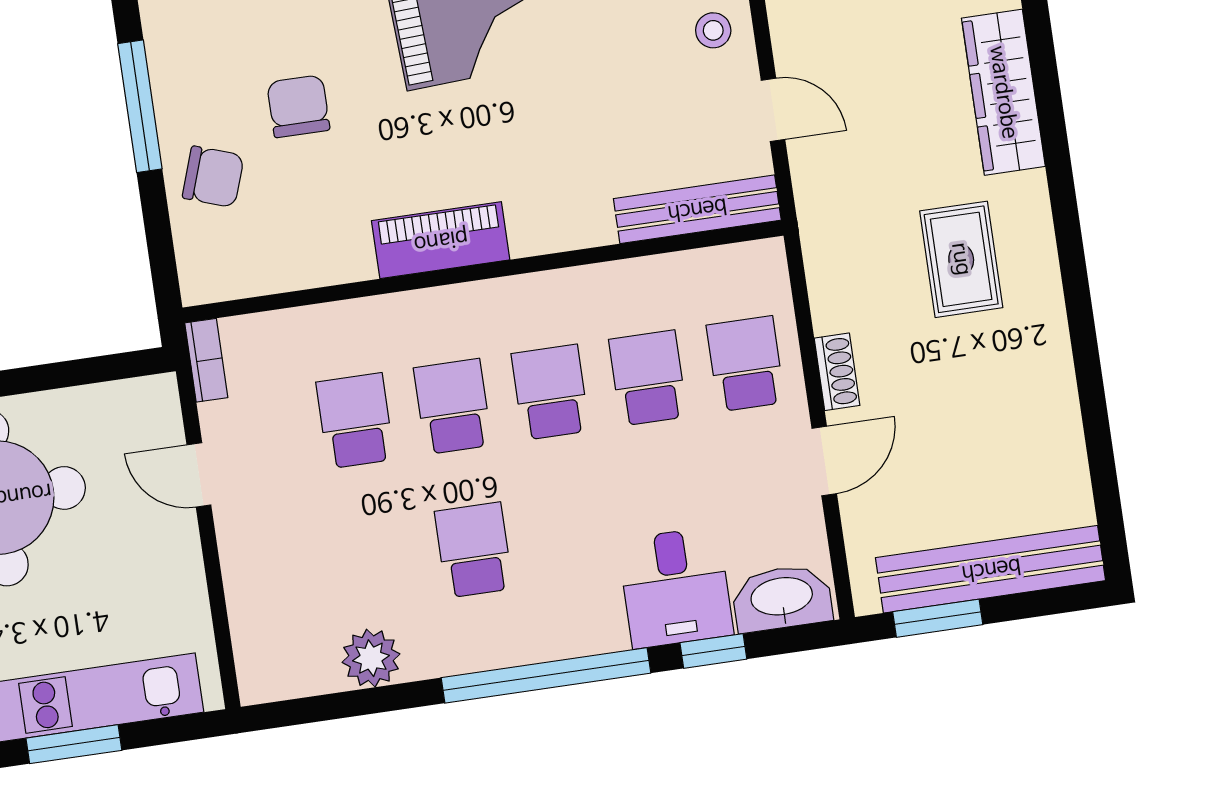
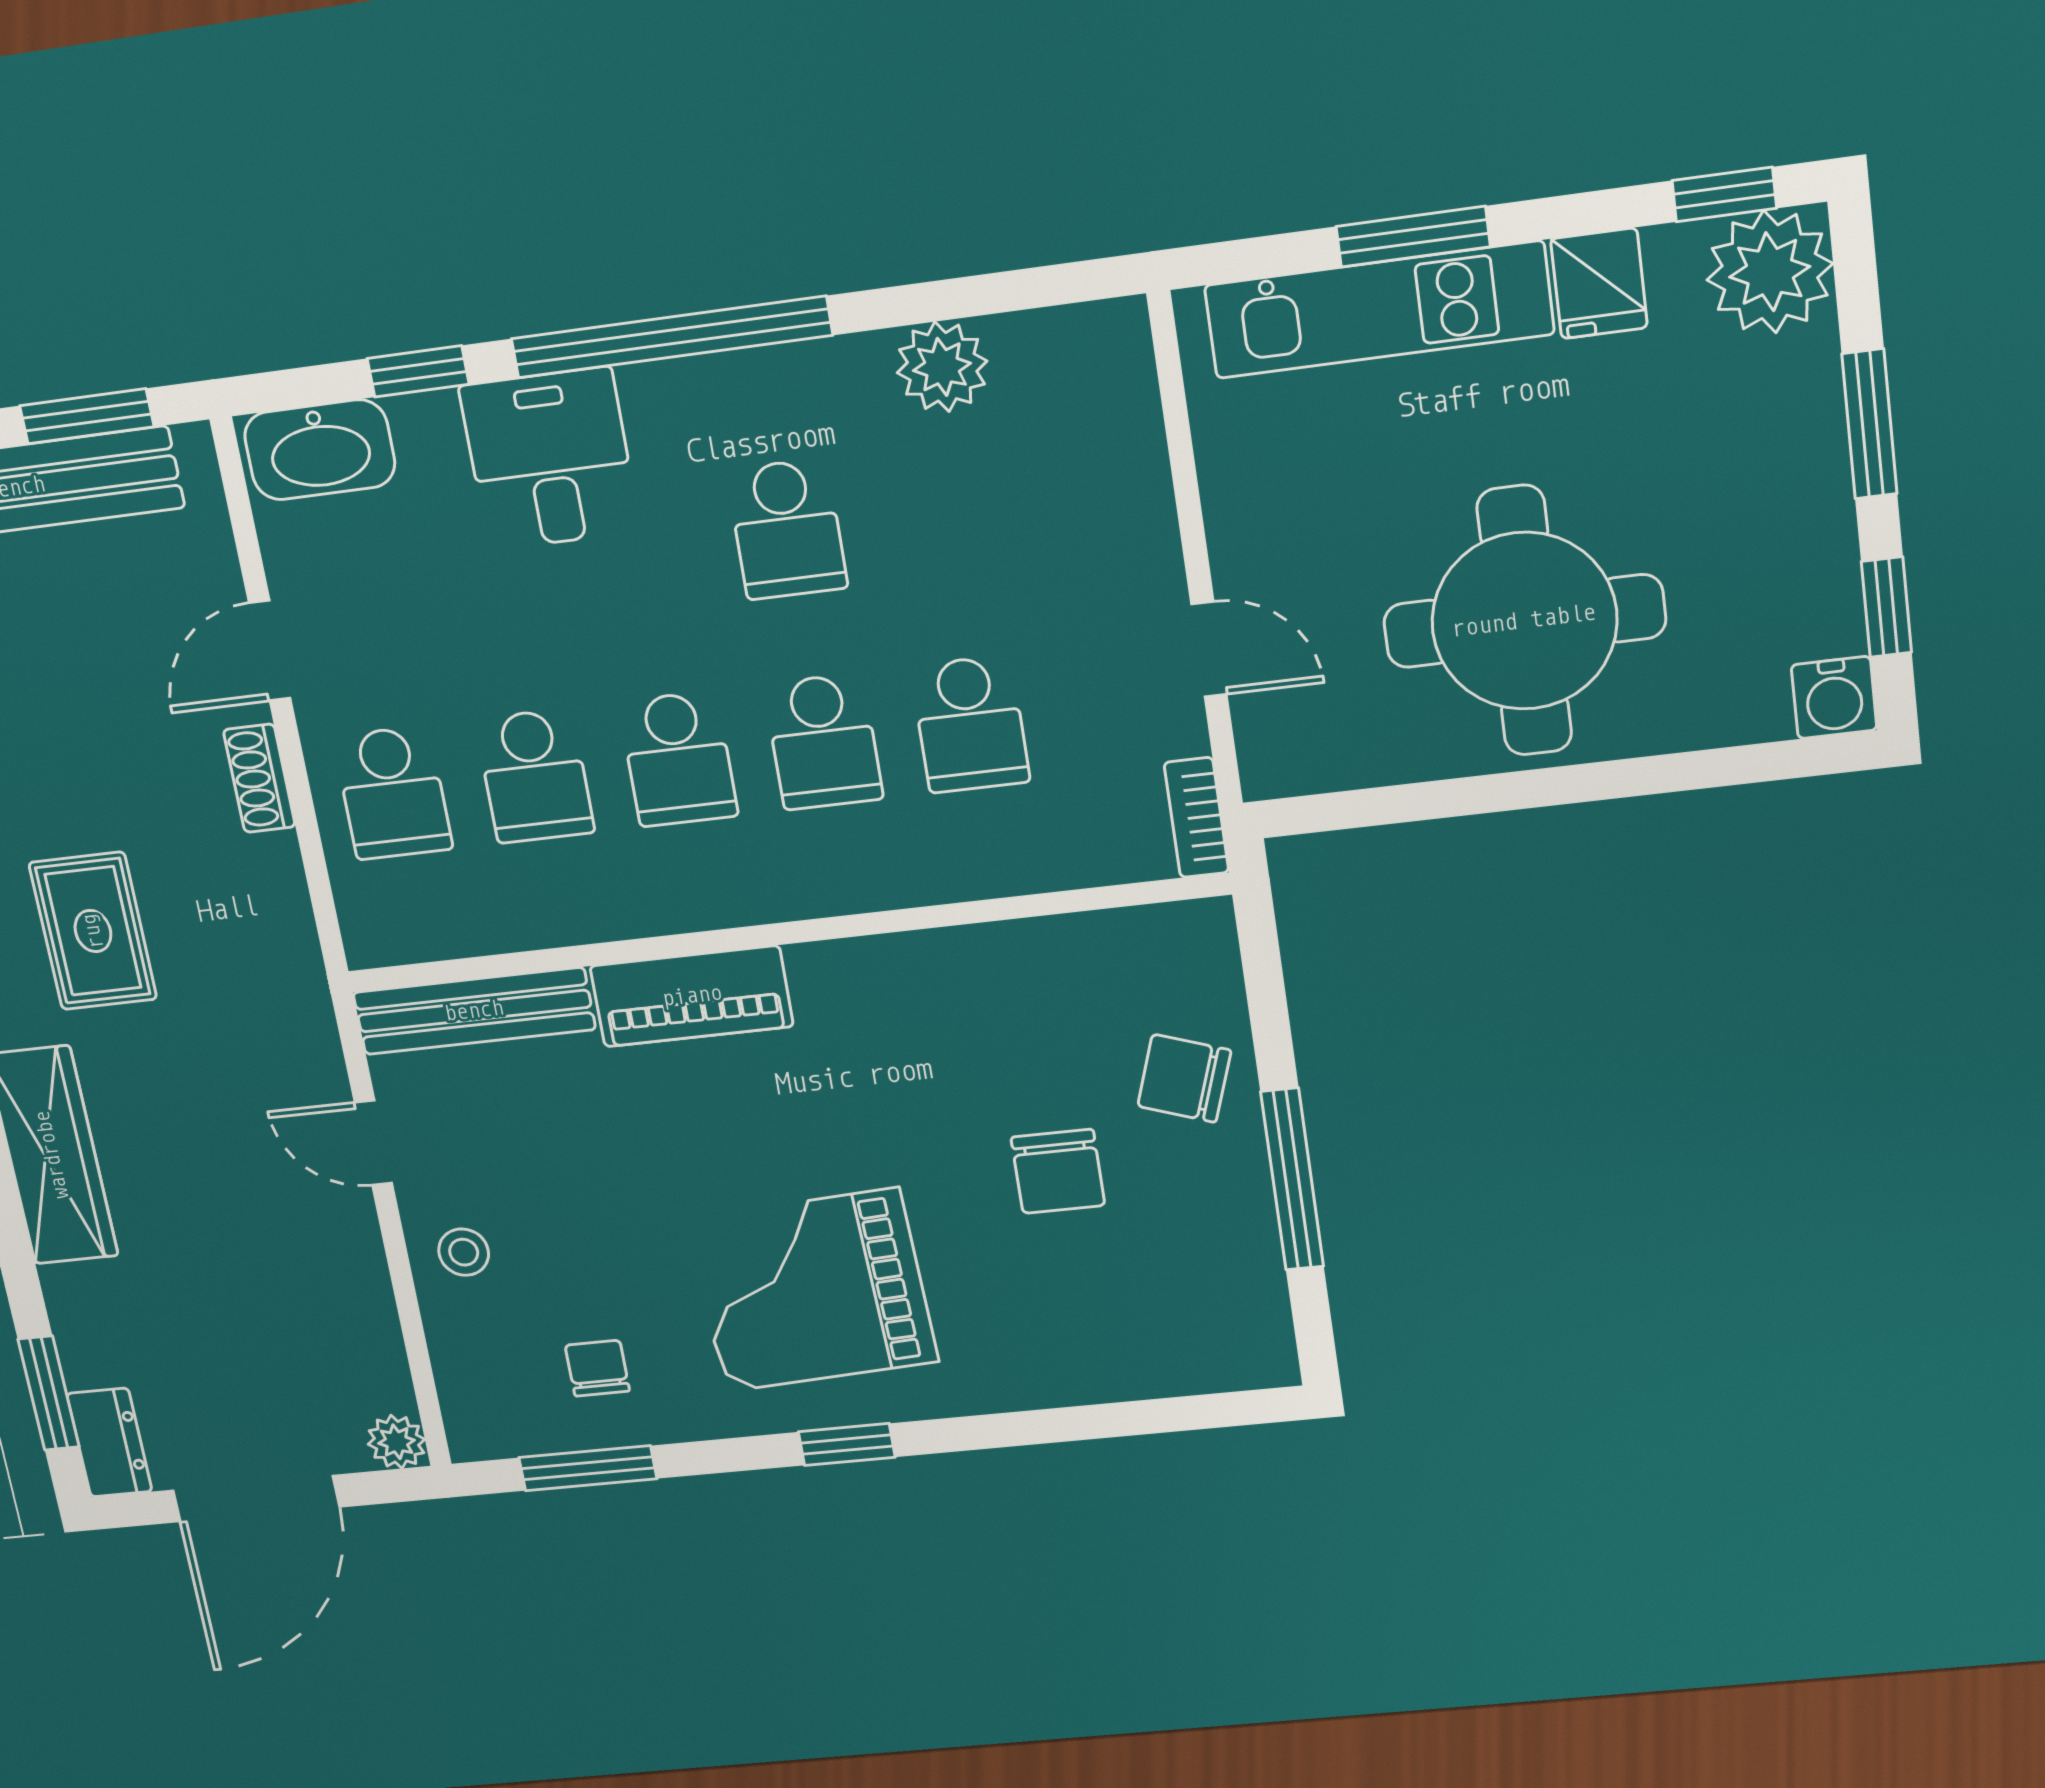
piano: (441, 240) -> (692, 996), moved
desk: (675, 587) -> (550, 459), moved

